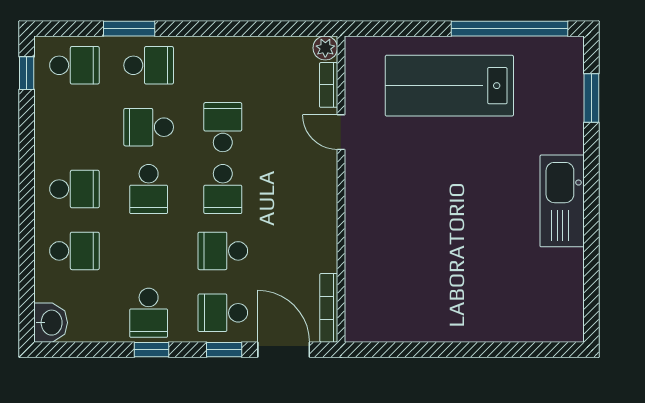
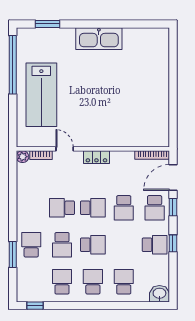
school desk: (74, 65) -> (62, 282), moved
door: (341, 132) -> (65, 149), swing flipped
locker: (324, 196) -> (96, 157), added

